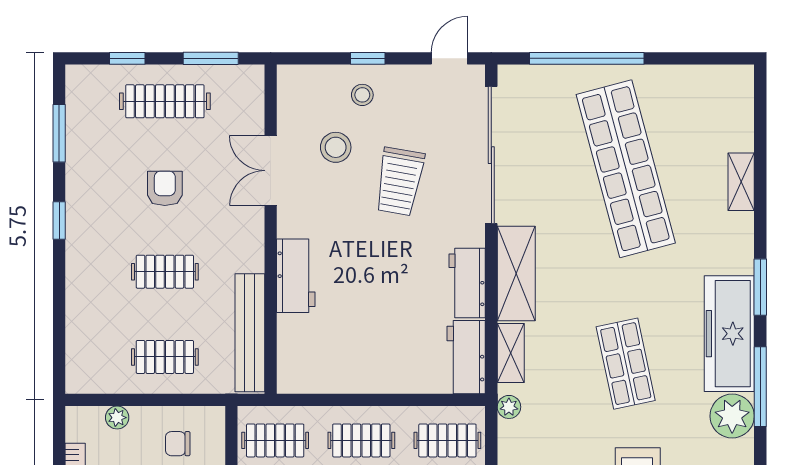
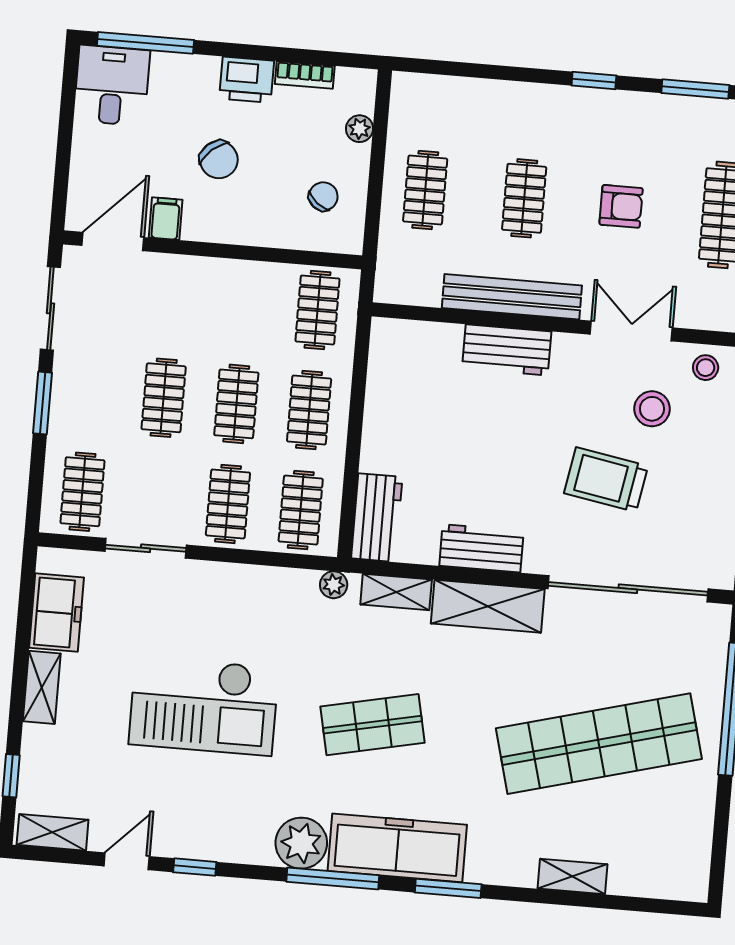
stool: (362, 95) -> (706, 368), moved
bench: (250, 333) -> (512, 297), moved
workbench: (466, 357) -> (377, 518), moved, turned 90
chair: (178, 444) -> (323, 196), turned 39

